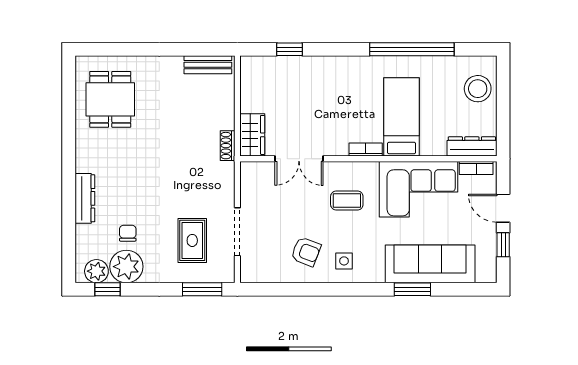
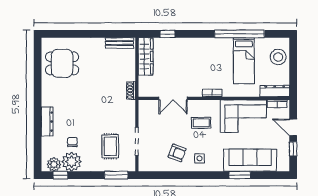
dining table: (110, 99) -> (62, 63), turned 90
bed: (402, 117) -> (244, 61), moved, turned 180
wardrobe: (252, 135) -> (146, 56), moved, width x1.50

